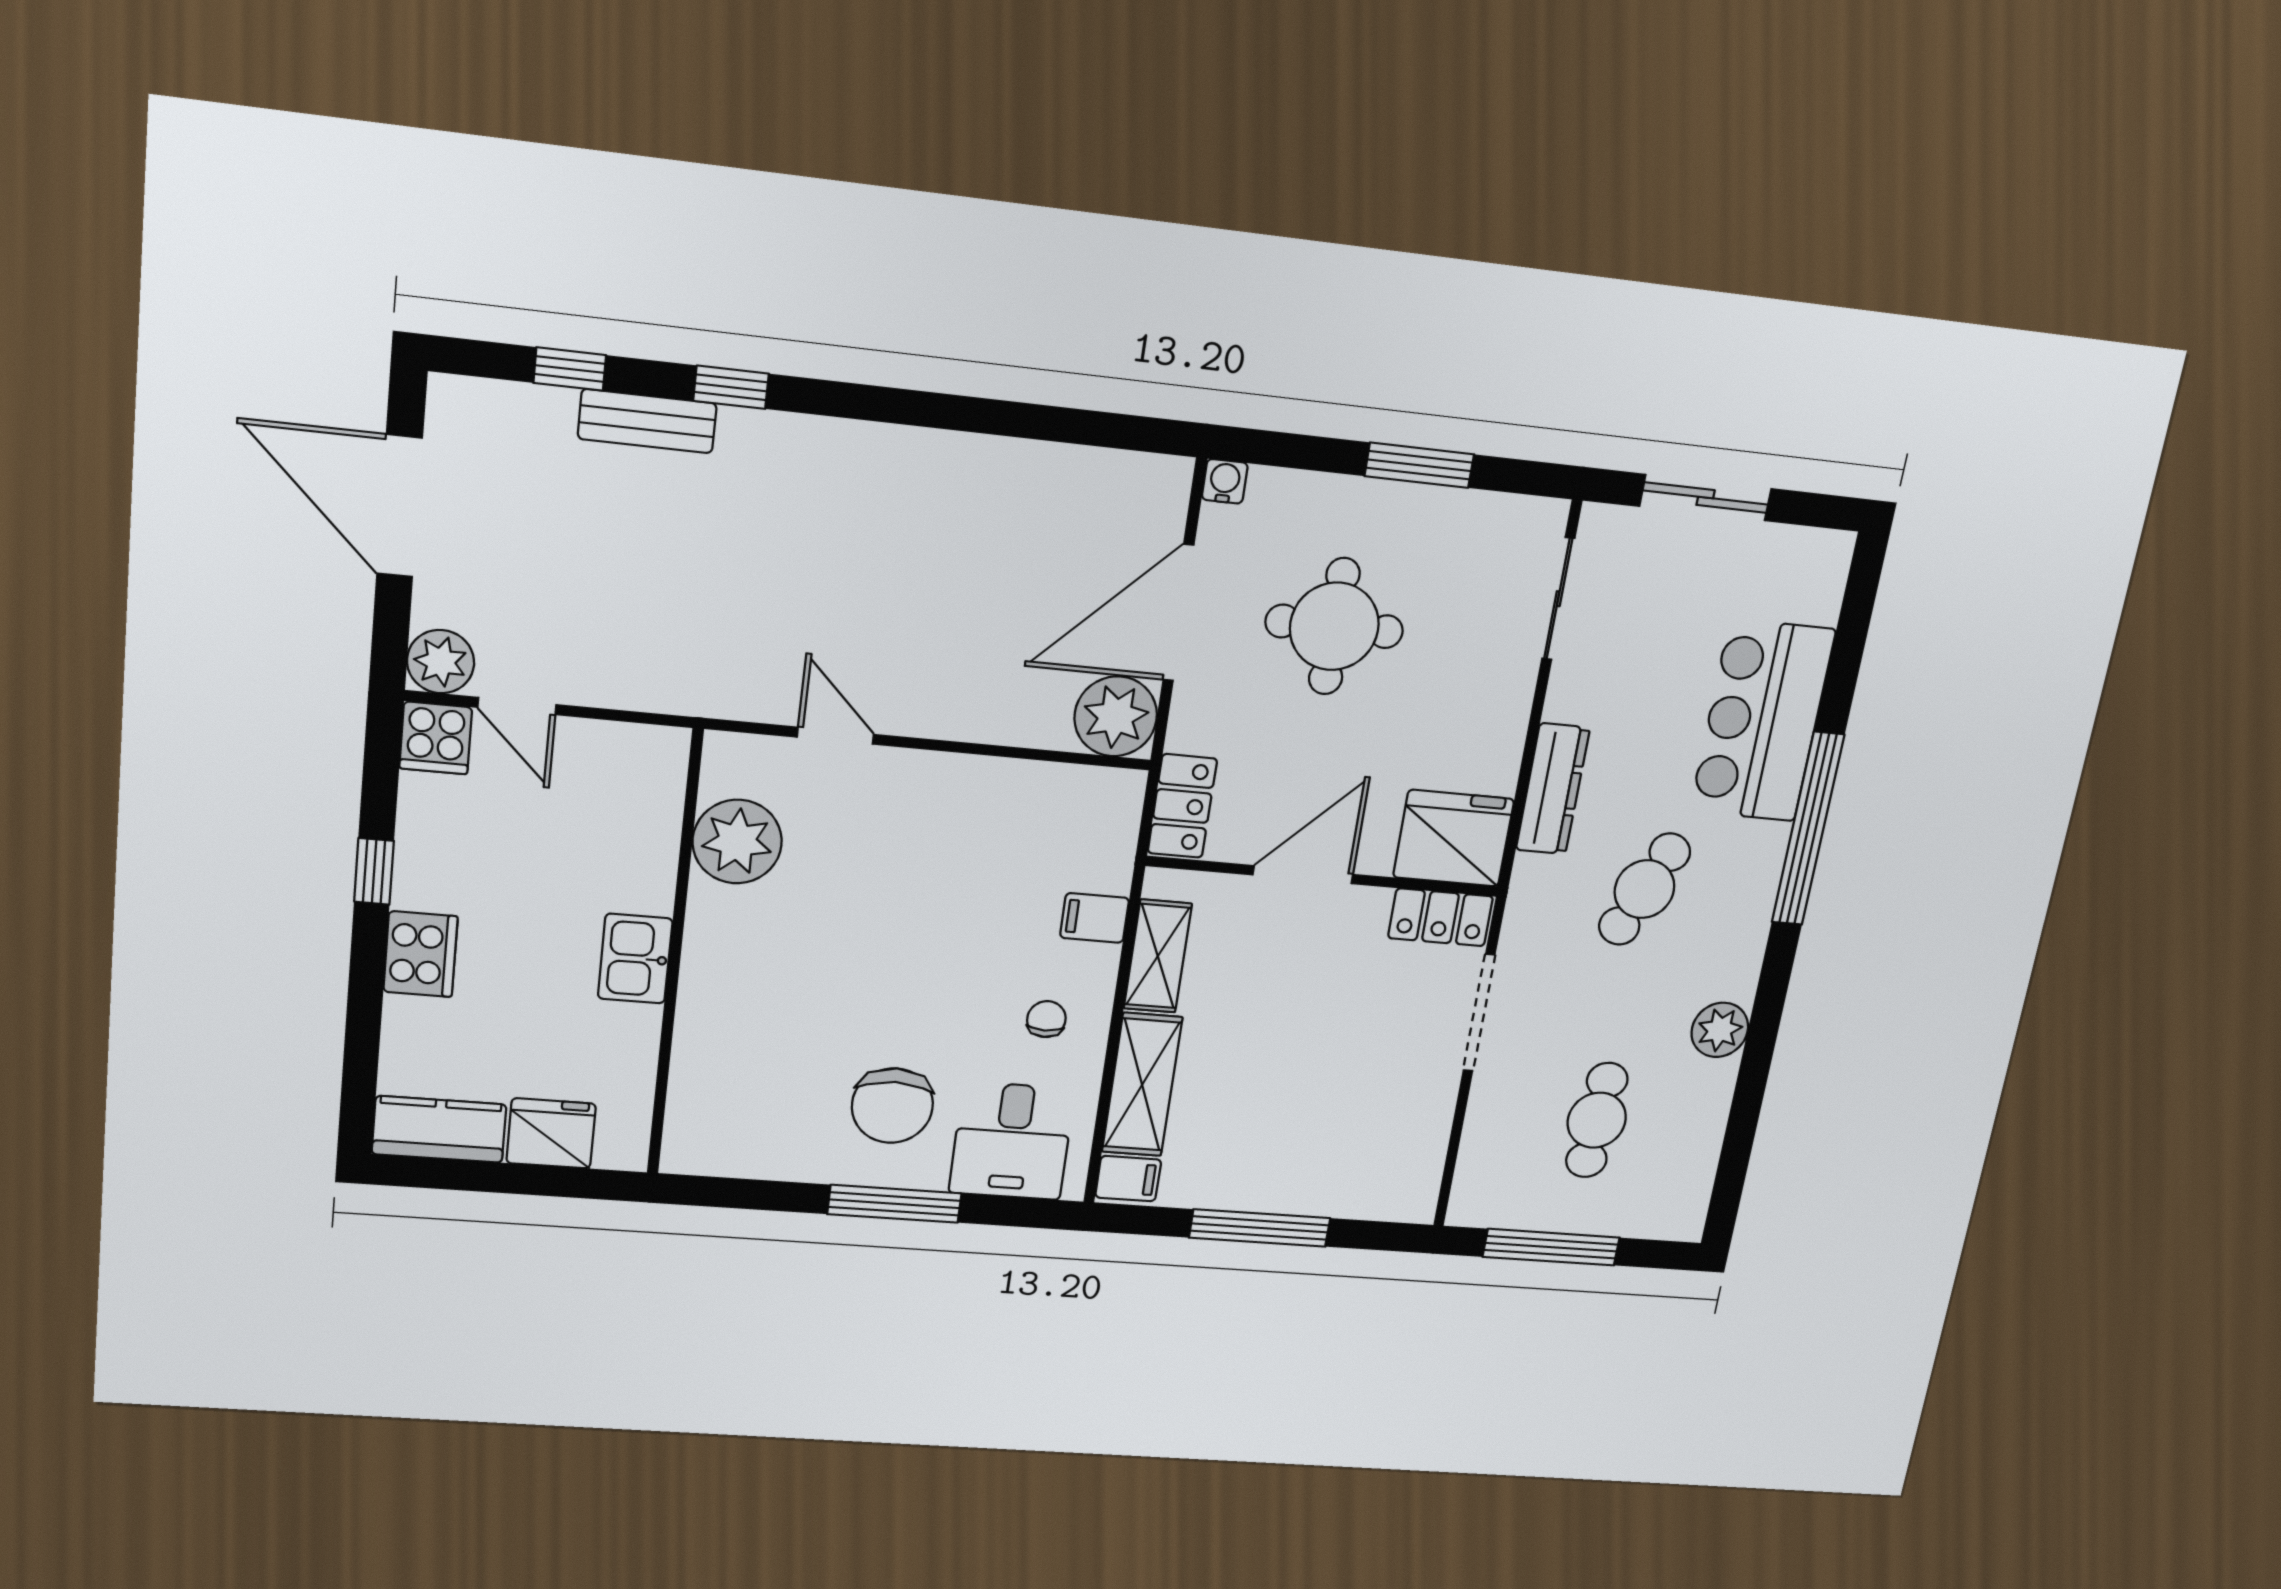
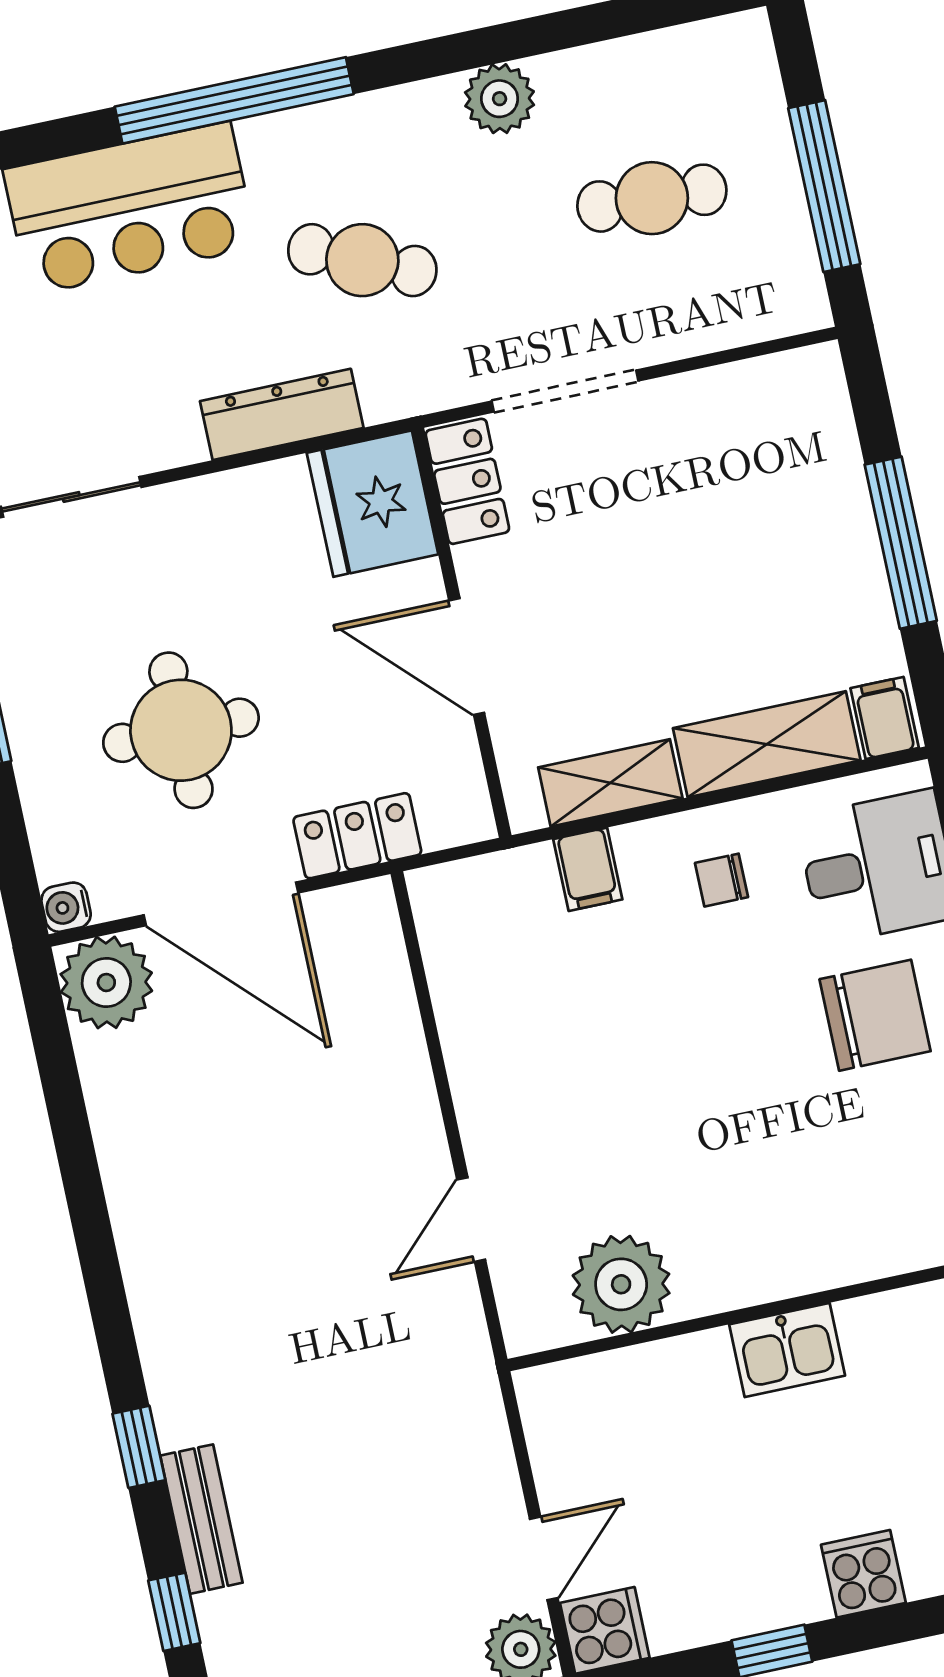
plant: (1116, 716) -> (106, 982), moved
locker: (1182, 806) -> (357, 836), moved
cooker: (420, 954) -> (863, 1574), width x0.73

